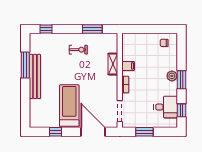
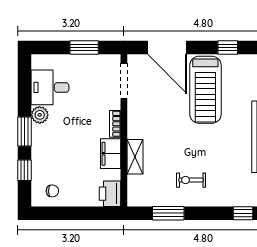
printer: (128, 41) -> (110, 194), added
filing cabinet: (128, 66) -> (111, 154), width x2.00
plant: (172, 76) -> (40, 115), moved
window: (181, 110) -> (24, 170), moved

